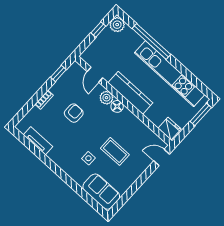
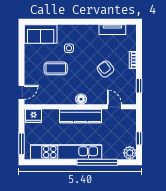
plant: (106, 98) -> (93, 99), removed
armchair: (74, 113) -> (105, 69), turned 143

